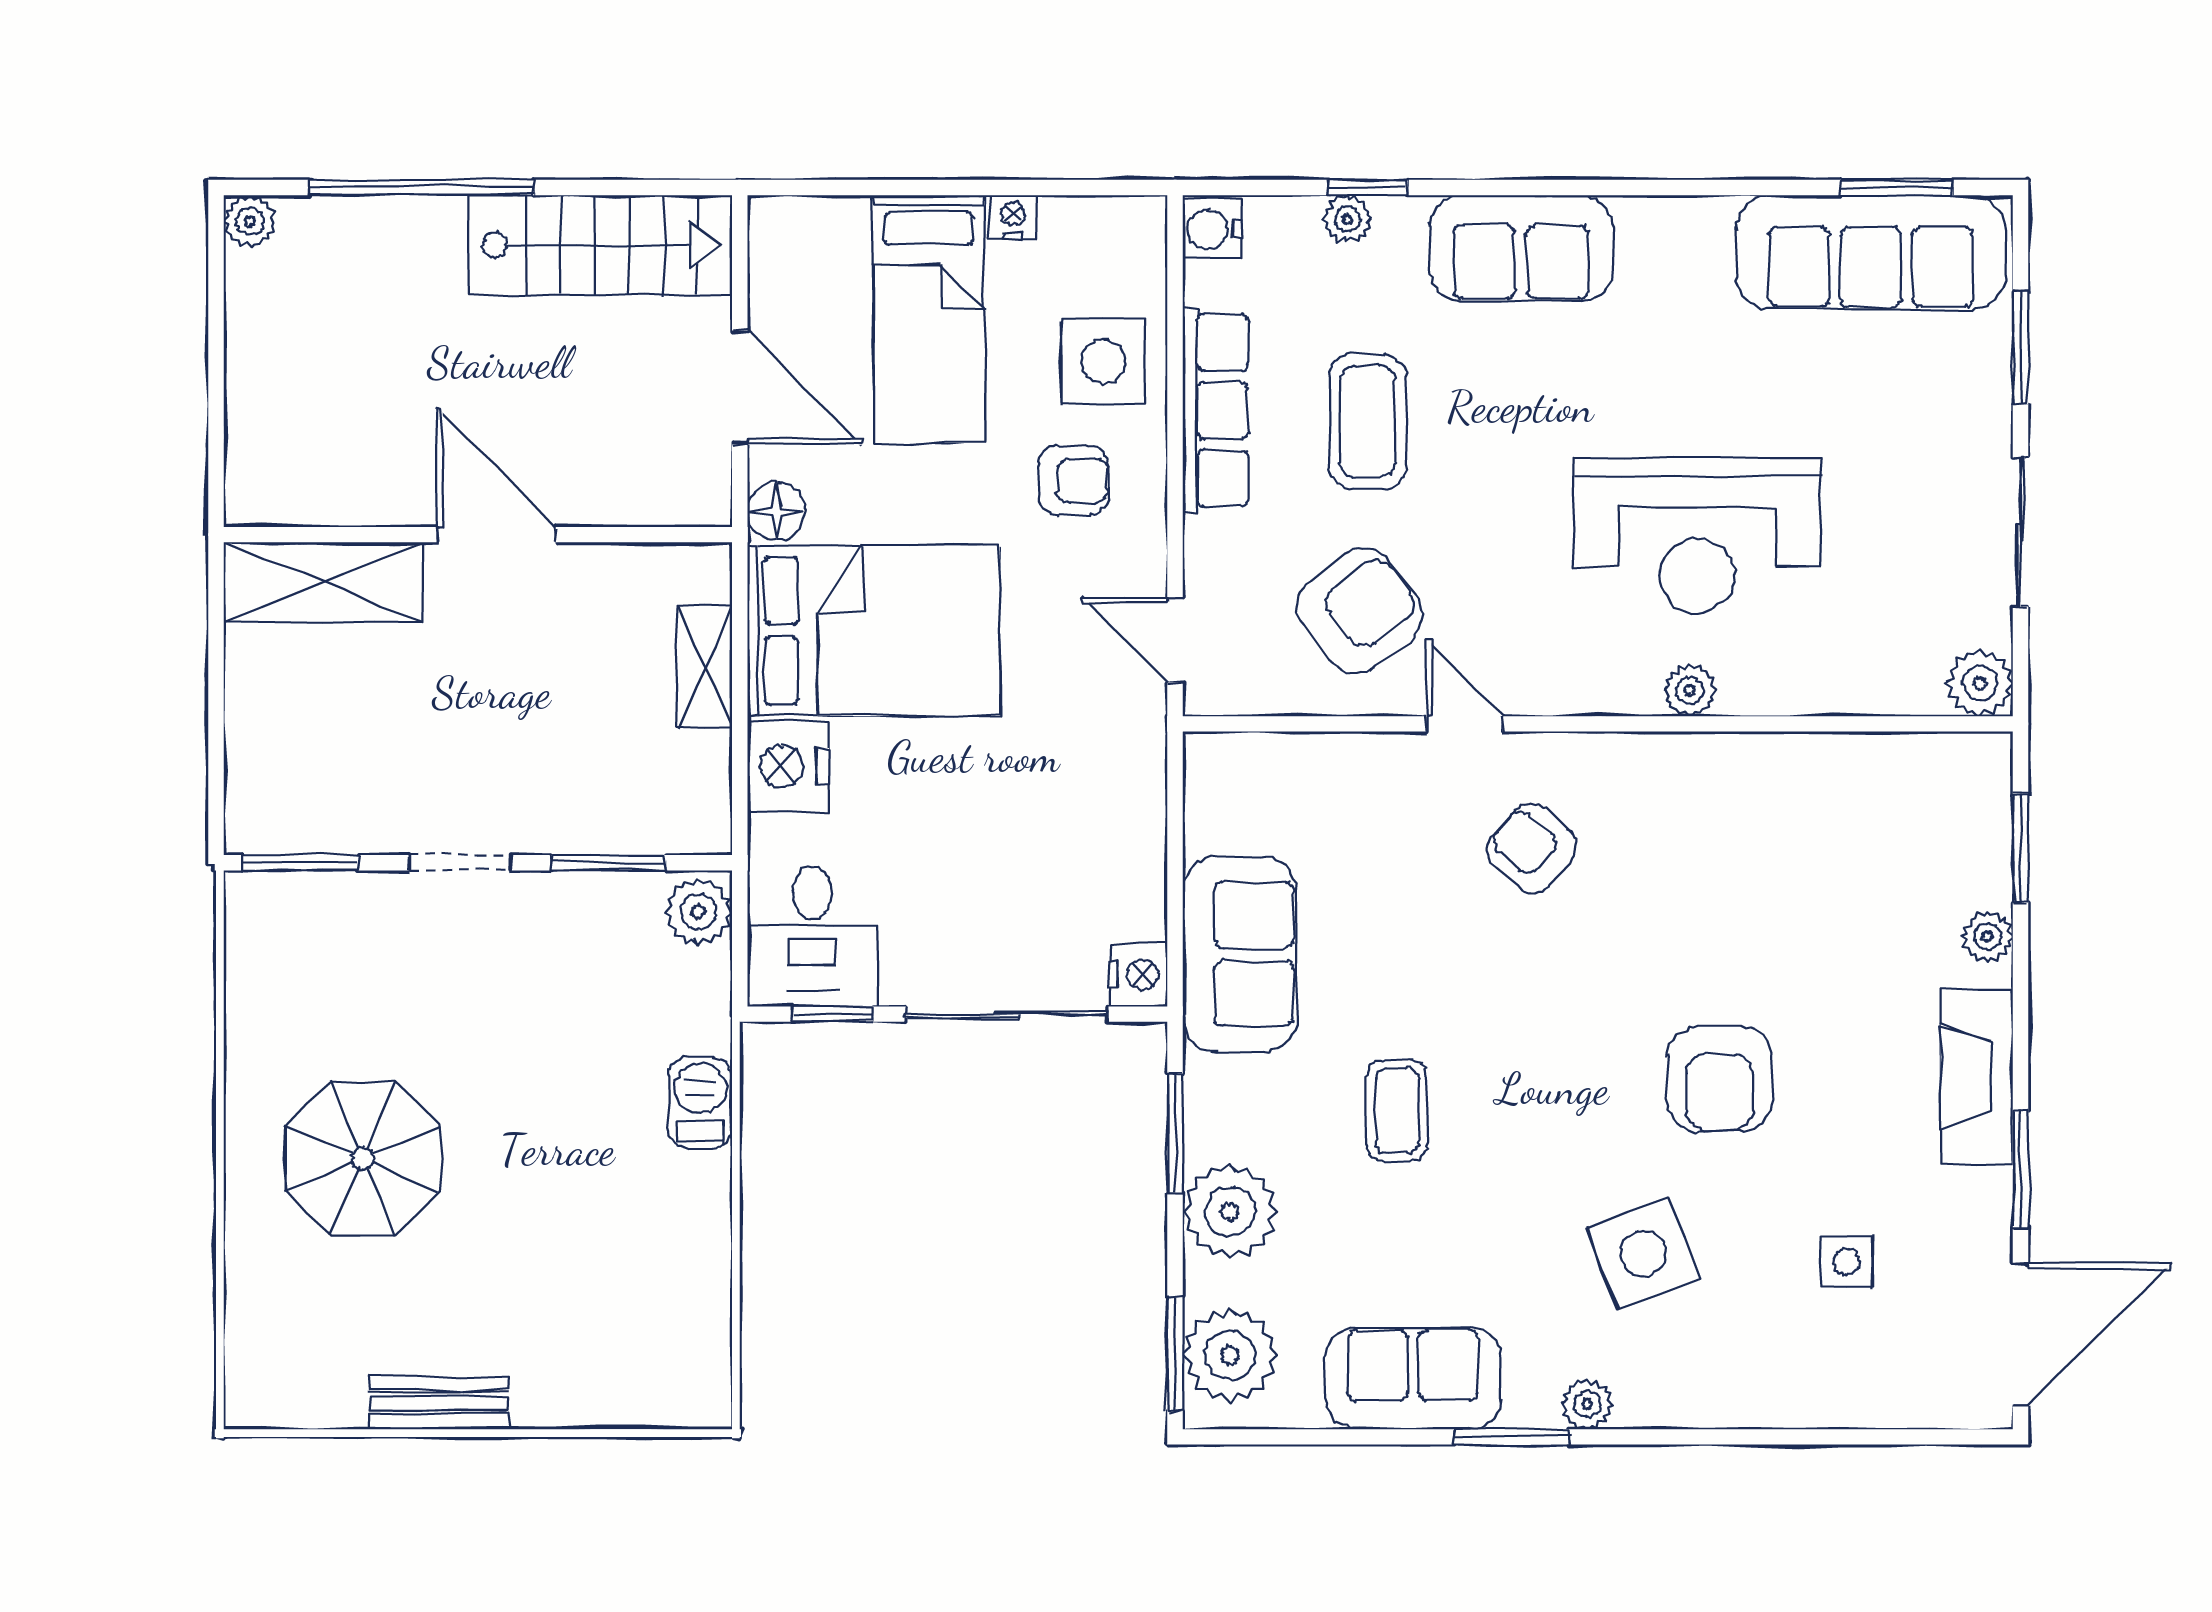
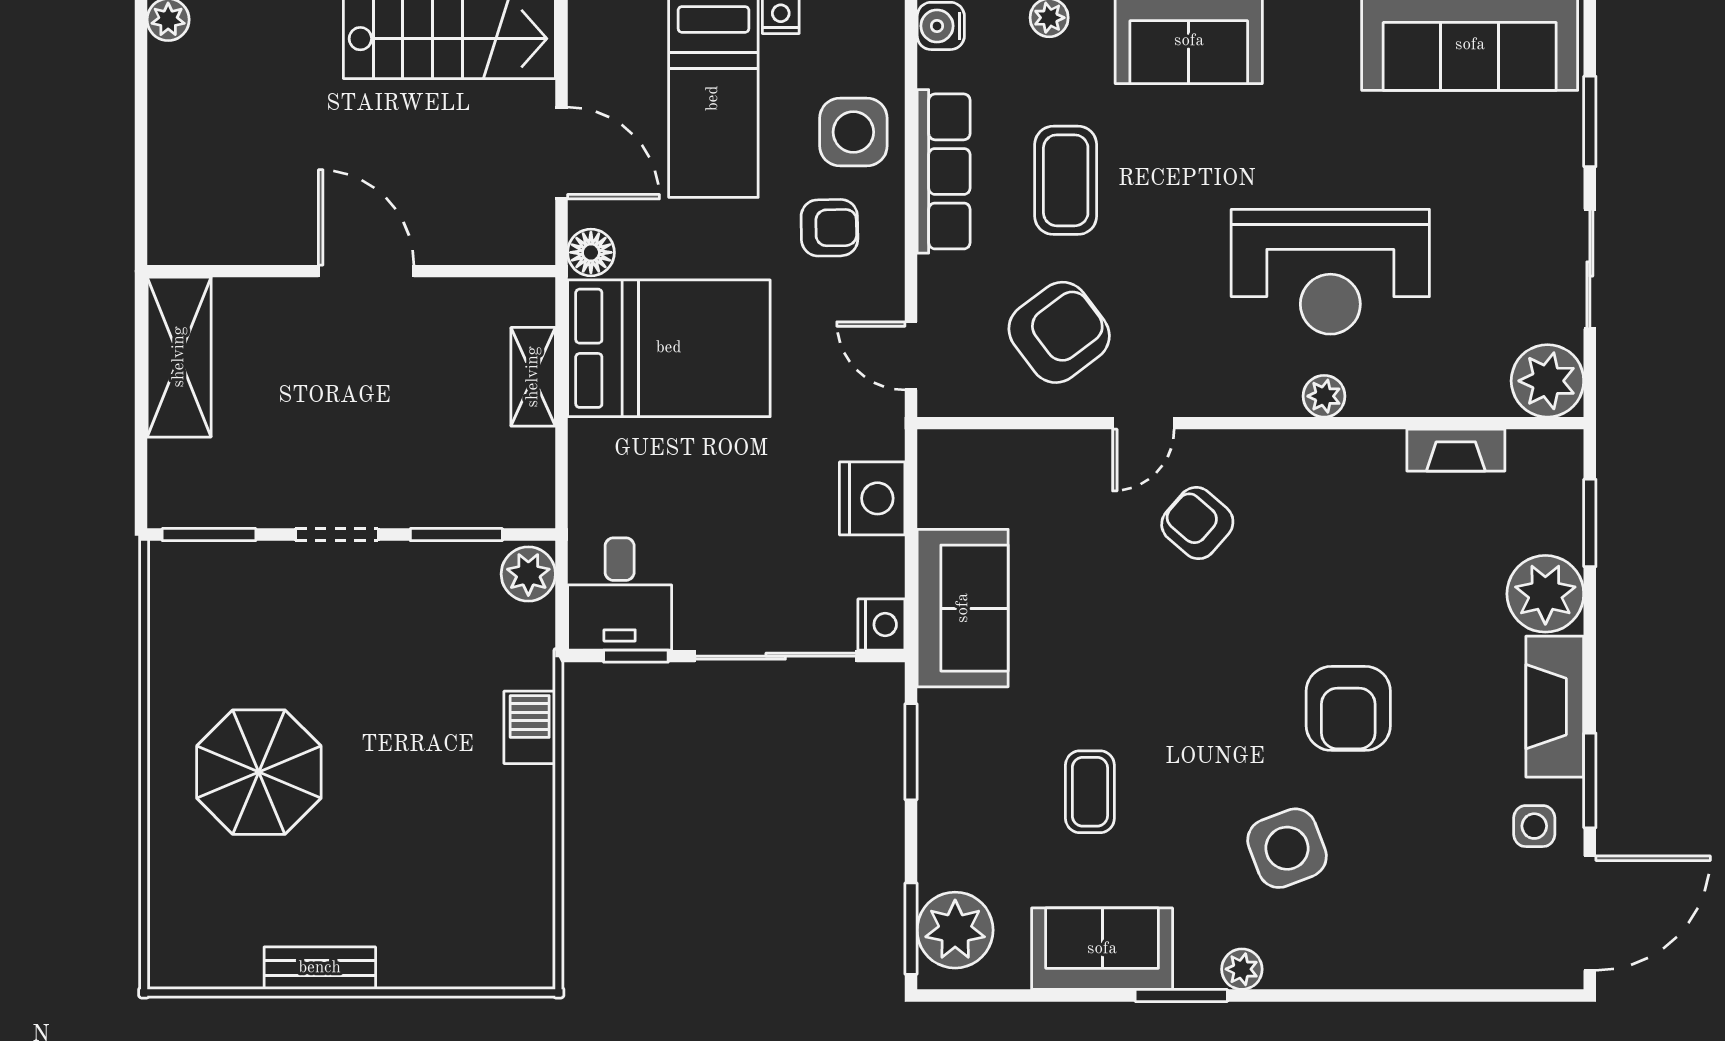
shelving: (323, 582) -> (179, 357), moved, turned 90
plant: (1980, 683) -> (1547, 381), width x1.36, depth x1.36
door: (1464, 724) -> (1143, 423), swing flipped
fireplace: (1854, 758) -> (1456, 450), added
nightstand: (788, 766) -> (872, 498), moved, turned 180
plant: (1987, 936) -> (1545, 594), width x1.88, depth x1.88
coffee table: (1397, 1111) -> (1090, 792), moved
plant: (1230, 1211) -> (955, 815), removed
side table: (1846, 1262) -> (1534, 826), moved

